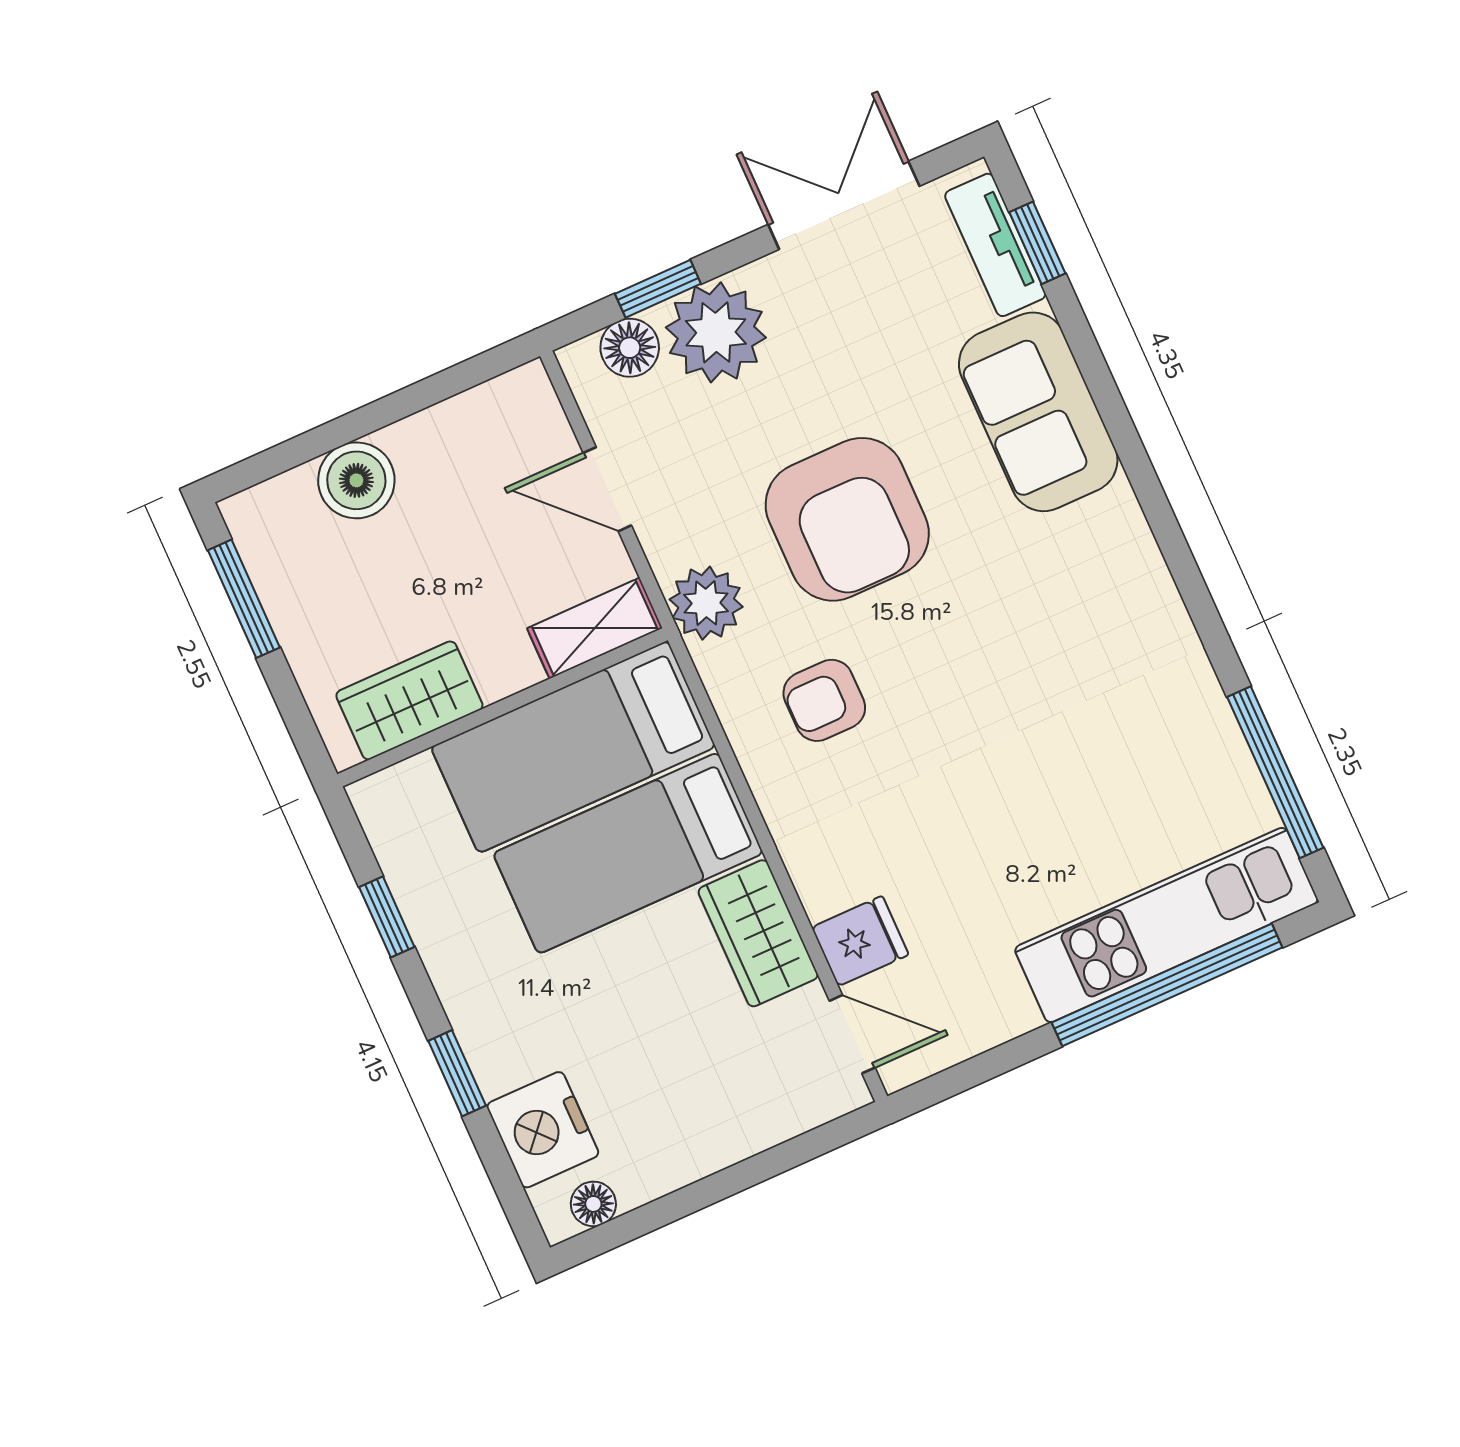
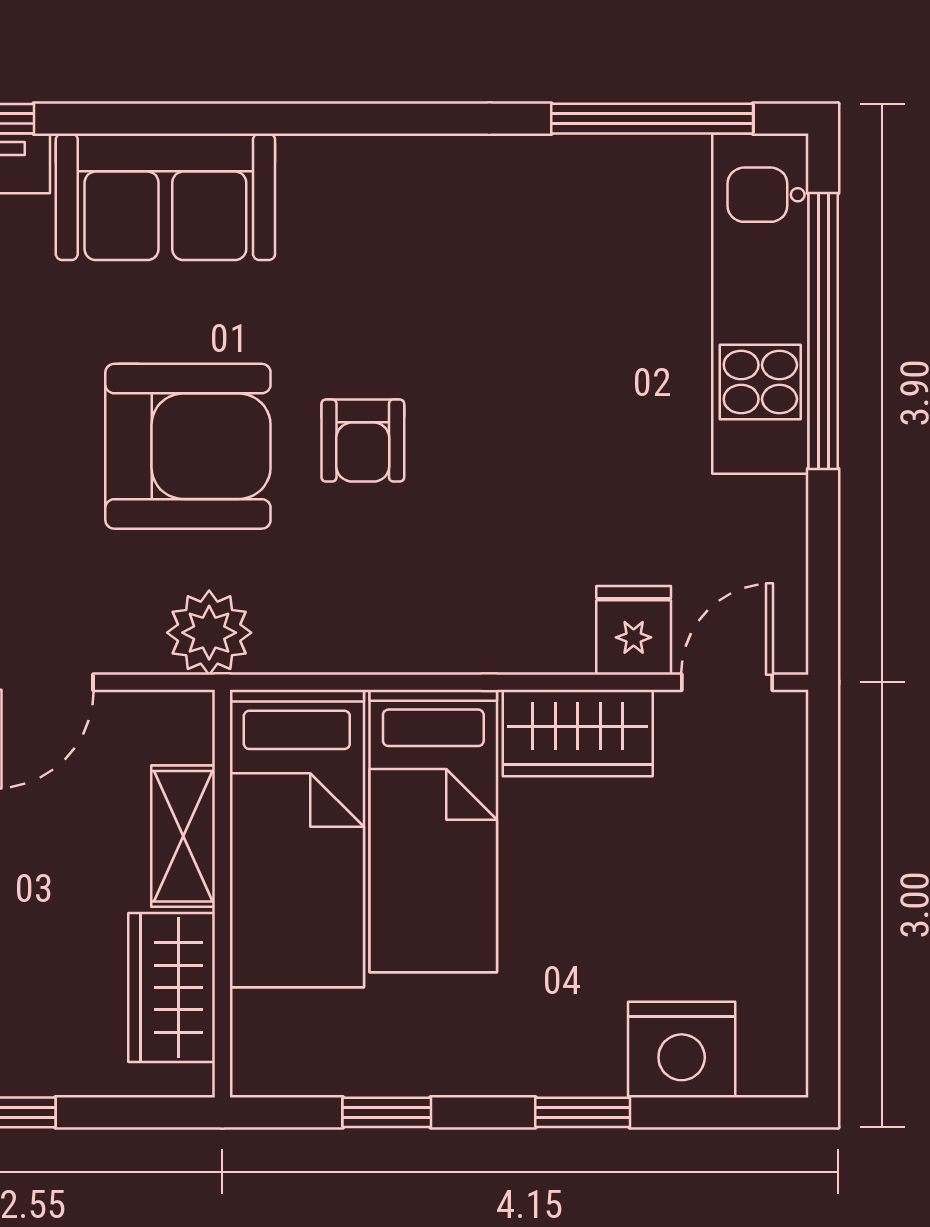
shelving: (595, 628) -> (183, 836), moved
armchair: (824, 700) -> (363, 441), moved
floor lamp: (593, 1204) -> (783, 1032), removed

